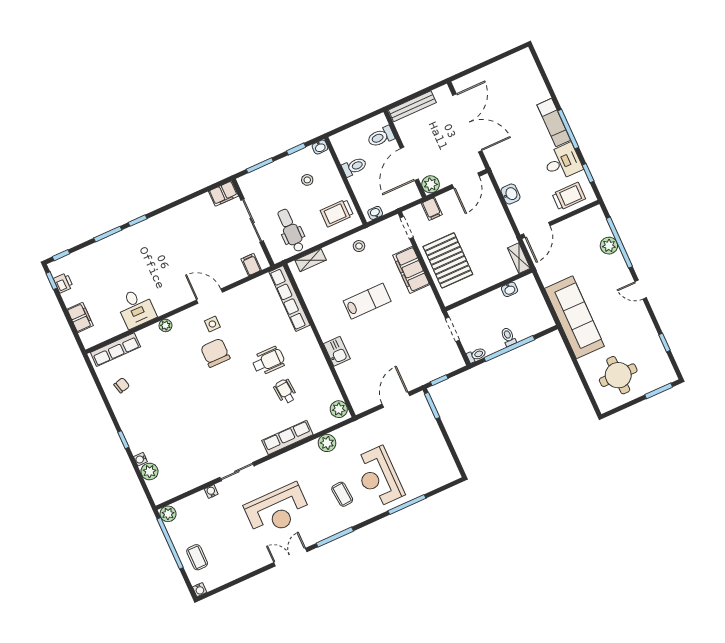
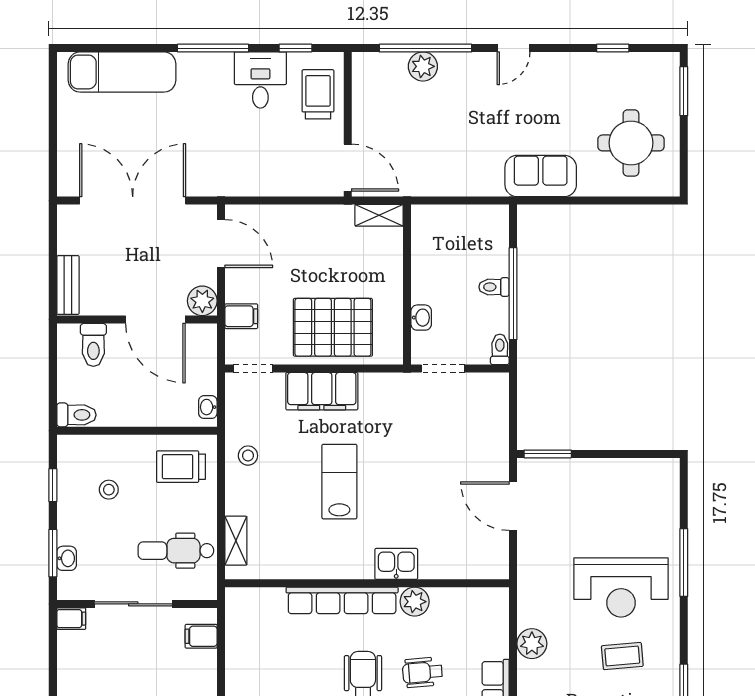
bench: (412, 106) -> (68, 285), width x0.73
exam couch: (554, 123) -> (122, 72), moved, width x1.36, depth x1.45
washbasin: (320, 147) -> (67, 558), moved
toilet: (354, 167) -> (76, 415), moved, turned 90
filing cabinet: (224, 194) -> (71, 619), width x0.50
washbasin: (510, 194) -> (274, 183), removed
trolley: (337, 213) -> (181, 467), turned 90
washbasin: (510, 289) -> (421, 318), moved
row of seats: (290, 298) -> (342, 600), moved
sofa: (574, 317) -> (541, 176), width x0.54, depth x0.79
window: (439, 380) -> (513, 425), removed
plant: (339, 409) -> (415, 602), moved

